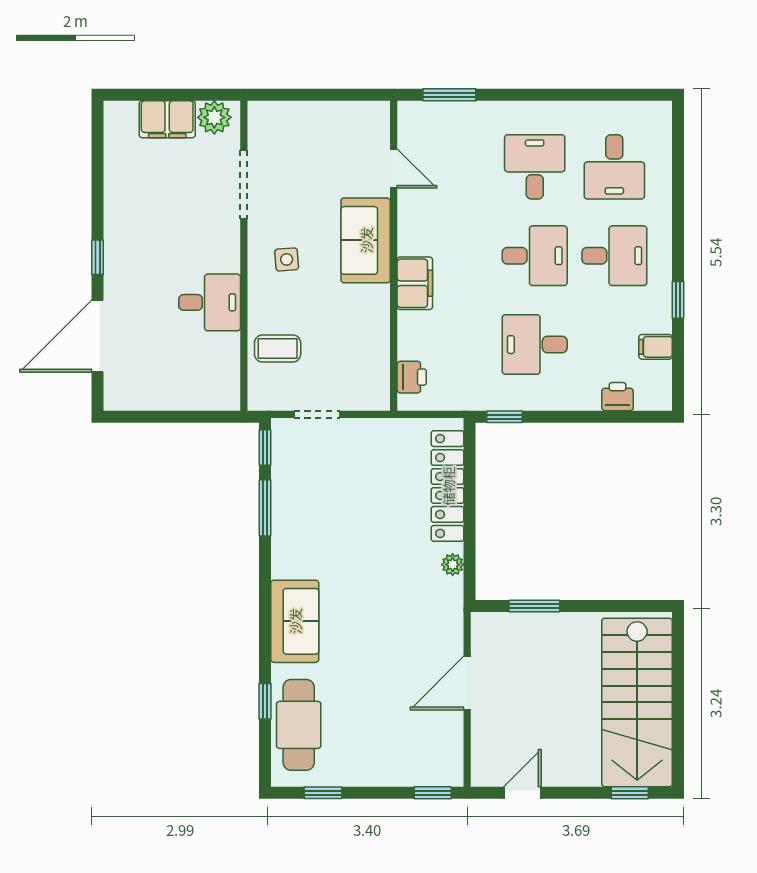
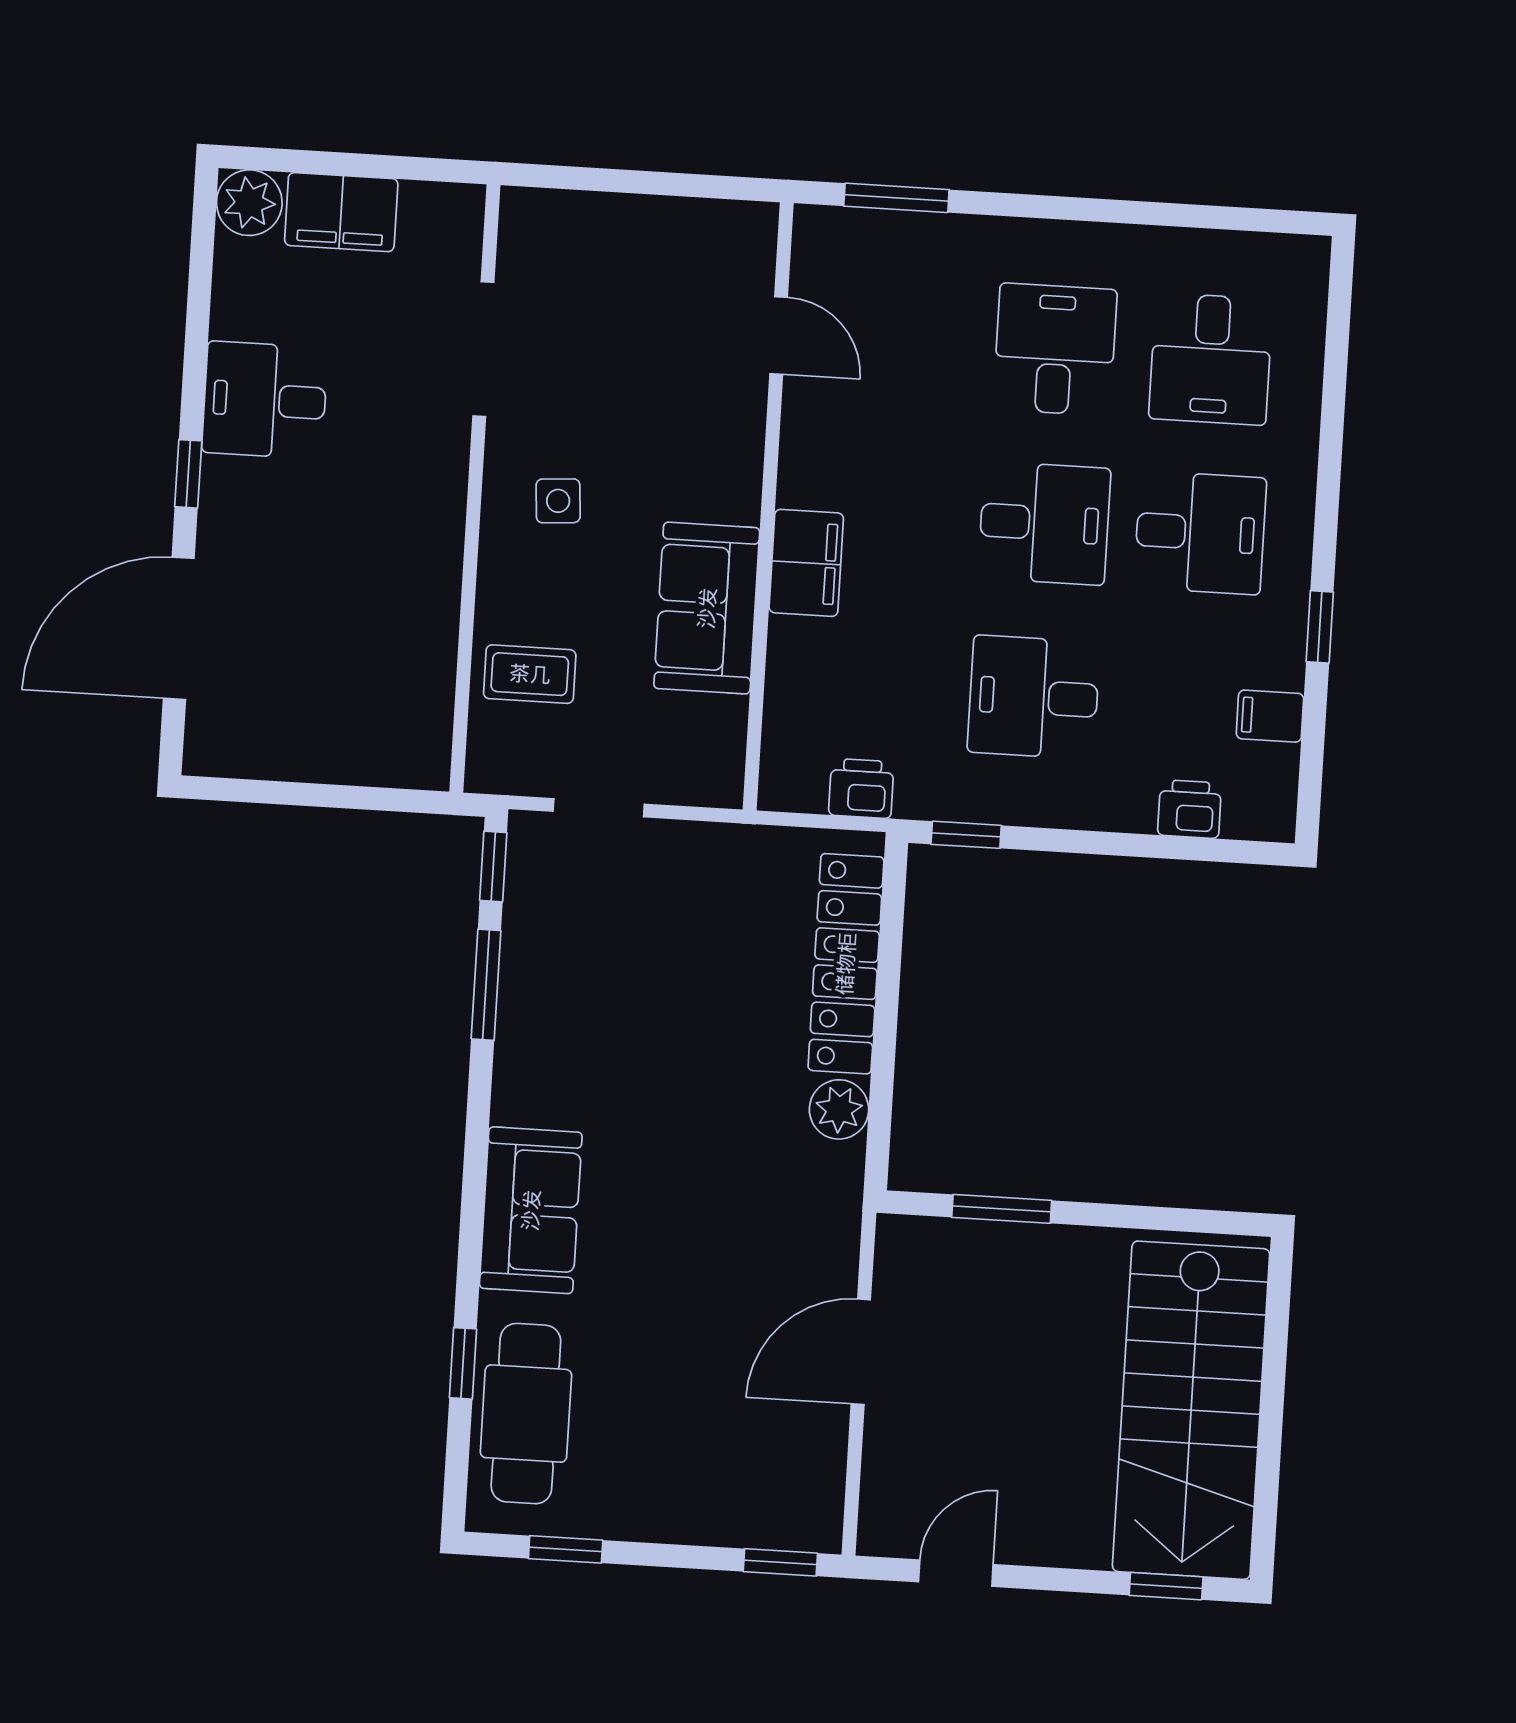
plant: (214, 117) -> (249, 203), moved
sofa: (366, 240) -> (707, 608), moved
desk: (210, 302) -> (265, 400), moved, turned 180
printer: (412, 377) -> (861, 788), moved, turned -90
plant: (453, 565) -> (839, 1109), width x1.38, depth x1.38

